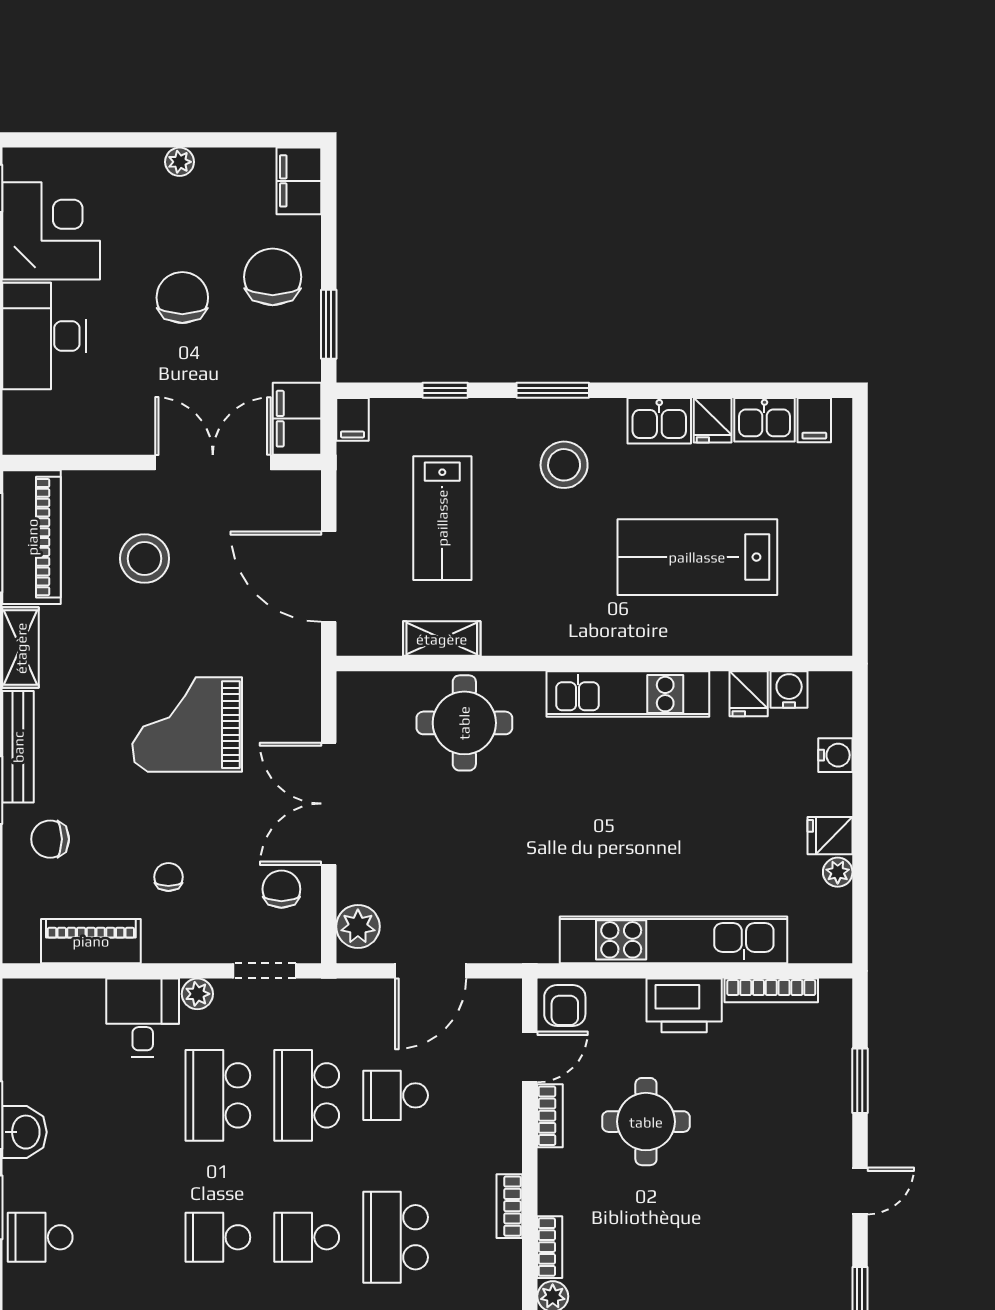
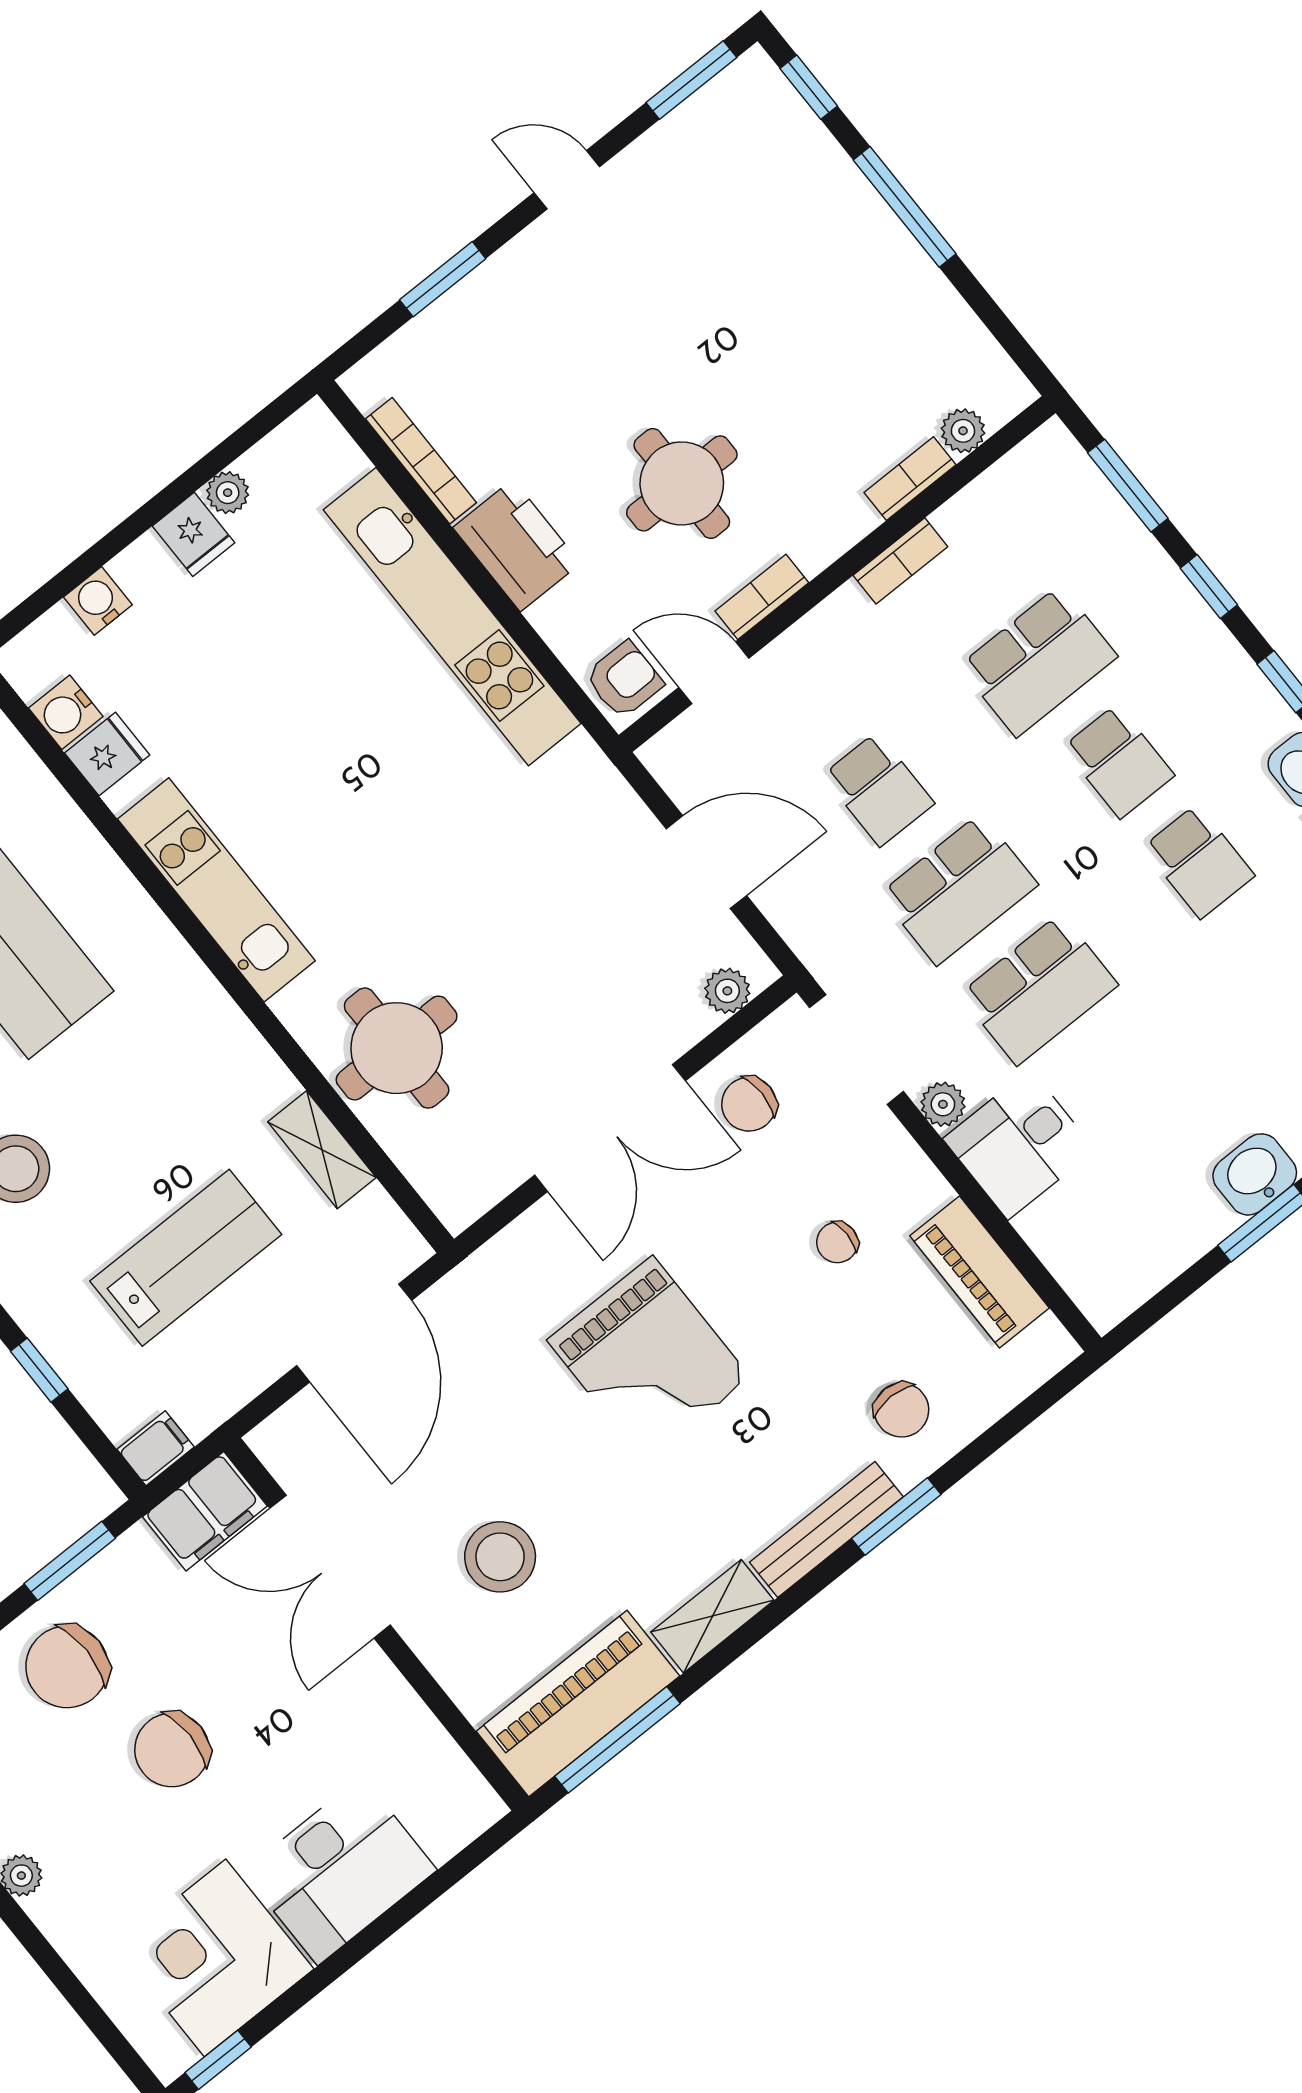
plant: (358, 926) -> (727, 991), width x0.73, depth x0.73
doorway: (264, 971) -> (857, 1050), width x1.38

